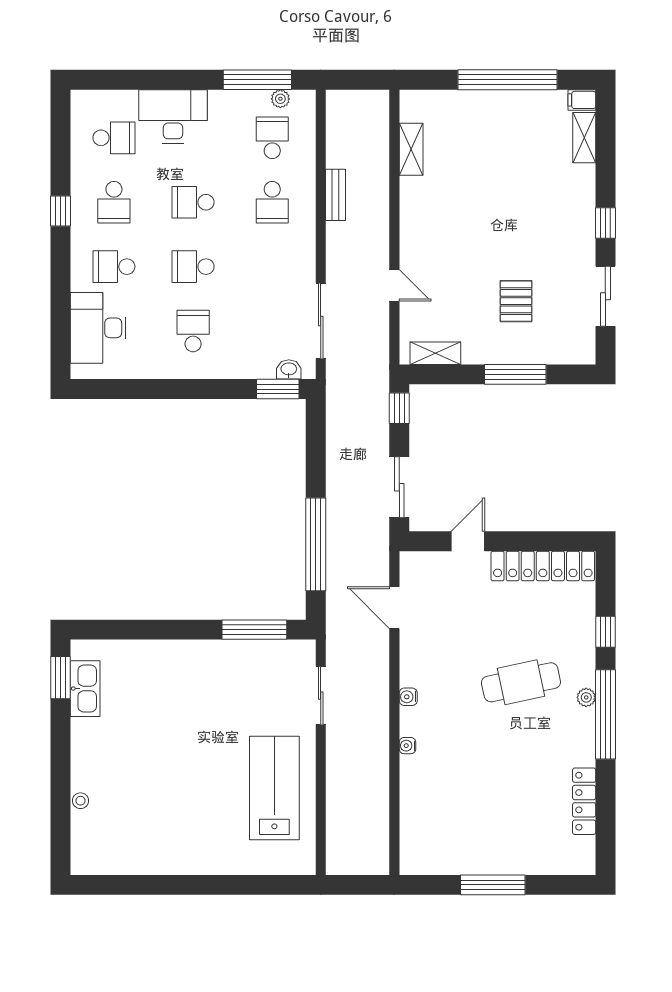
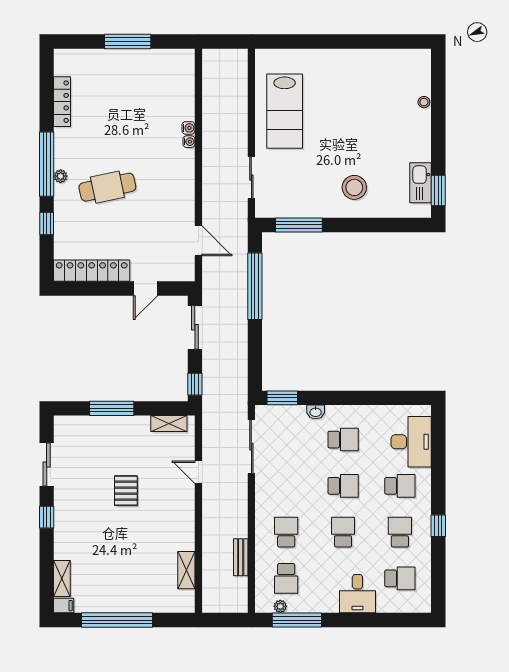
desk: (173, 116) -> (357, 594), width x0.73
school desk: (114, 138) -> (400, 578), turned 180
bench: (335, 195) -> (241, 557), moved
school desk: (193, 202) -> (343, 532), turned -90
pallet: (516, 301) -> (126, 491), moved
school desk: (193, 331) -> (343, 440), turned -90
washbasin: (289, 369) -> (316, 412), moved
stool: (177, 682) -> (354, 187), added
water cooler: (408, 697) -> (188, 128), moved

